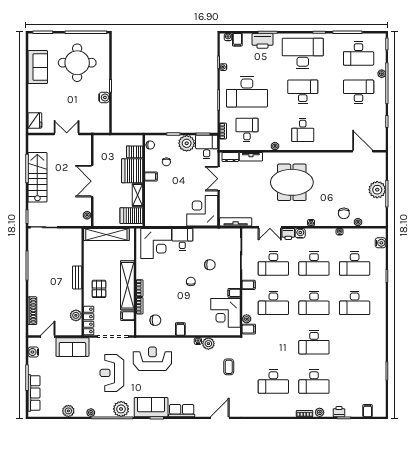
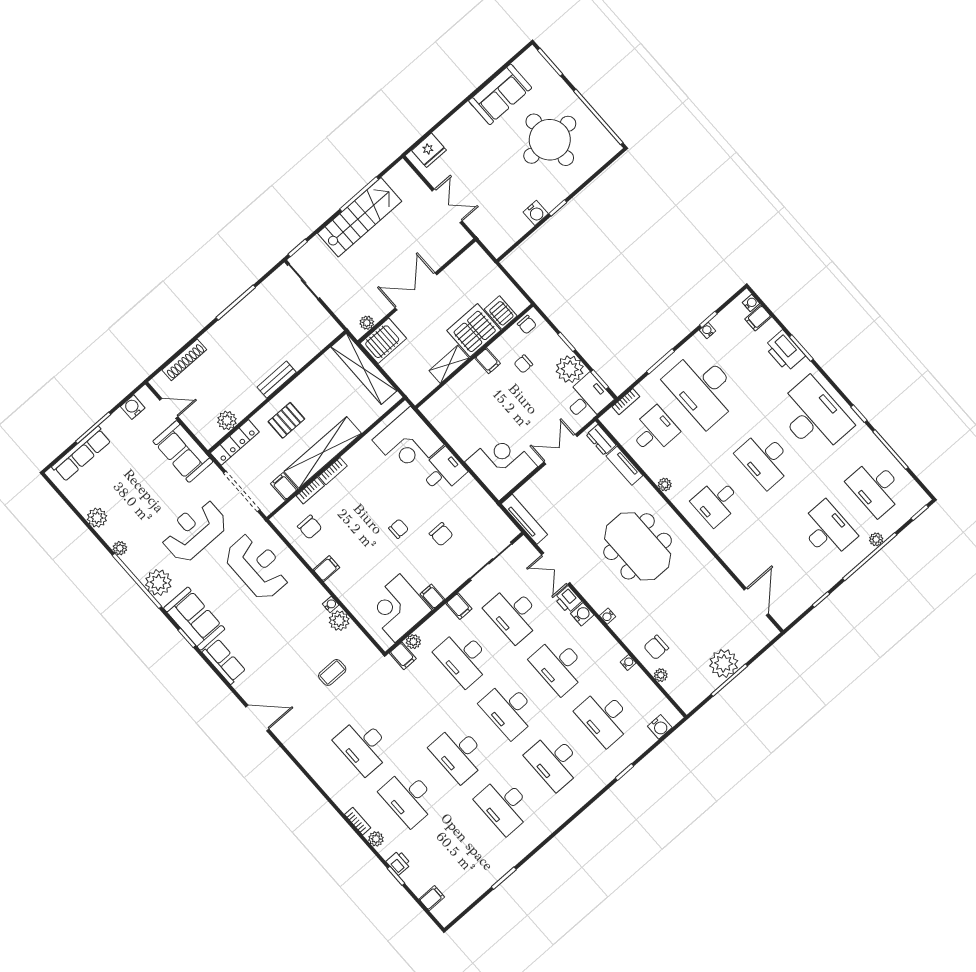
desk: (303, 92) -> (765, 459), turned 180
server rack: (131, 216) -> (383, 341), moved, turned 90
desk: (355, 342) -> (504, 805), added

